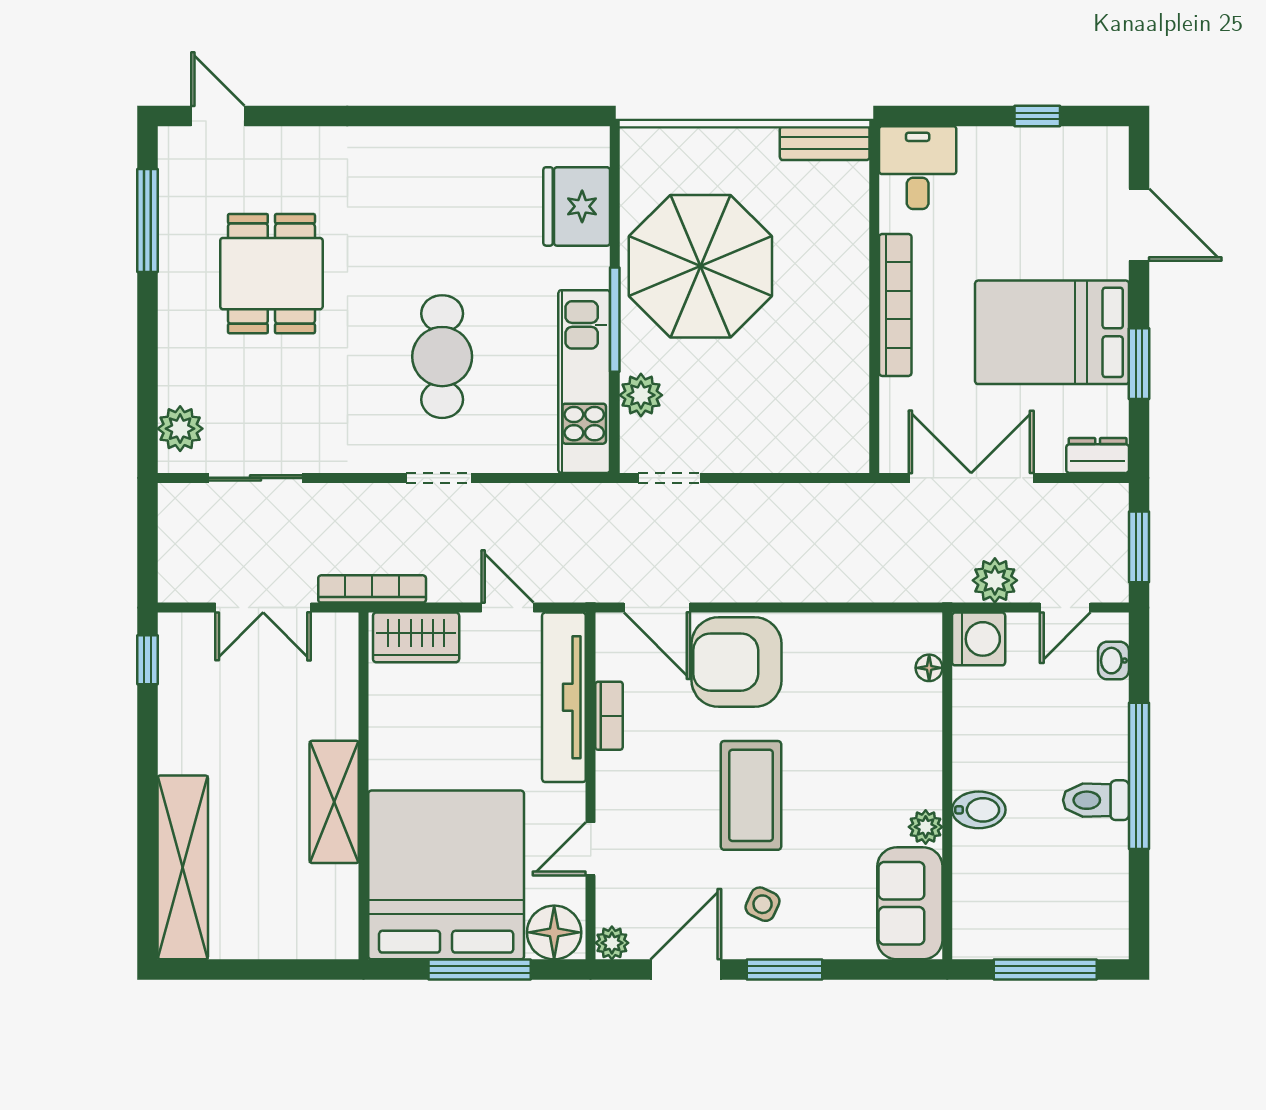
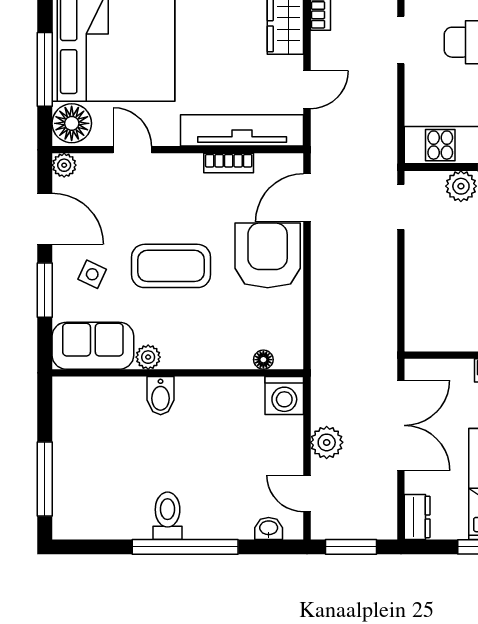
washing machine: (979, 639) -> (284, 395), moved
floor lamp: (929, 668) -> (263, 360), moved
wall: (947, 786) -> (178, 373), moved
bidet: (979, 810) -> (161, 396), moved
plant: (926, 827) -> (148, 357), moved
sofa: (910, 903) -> (93, 346), moved

